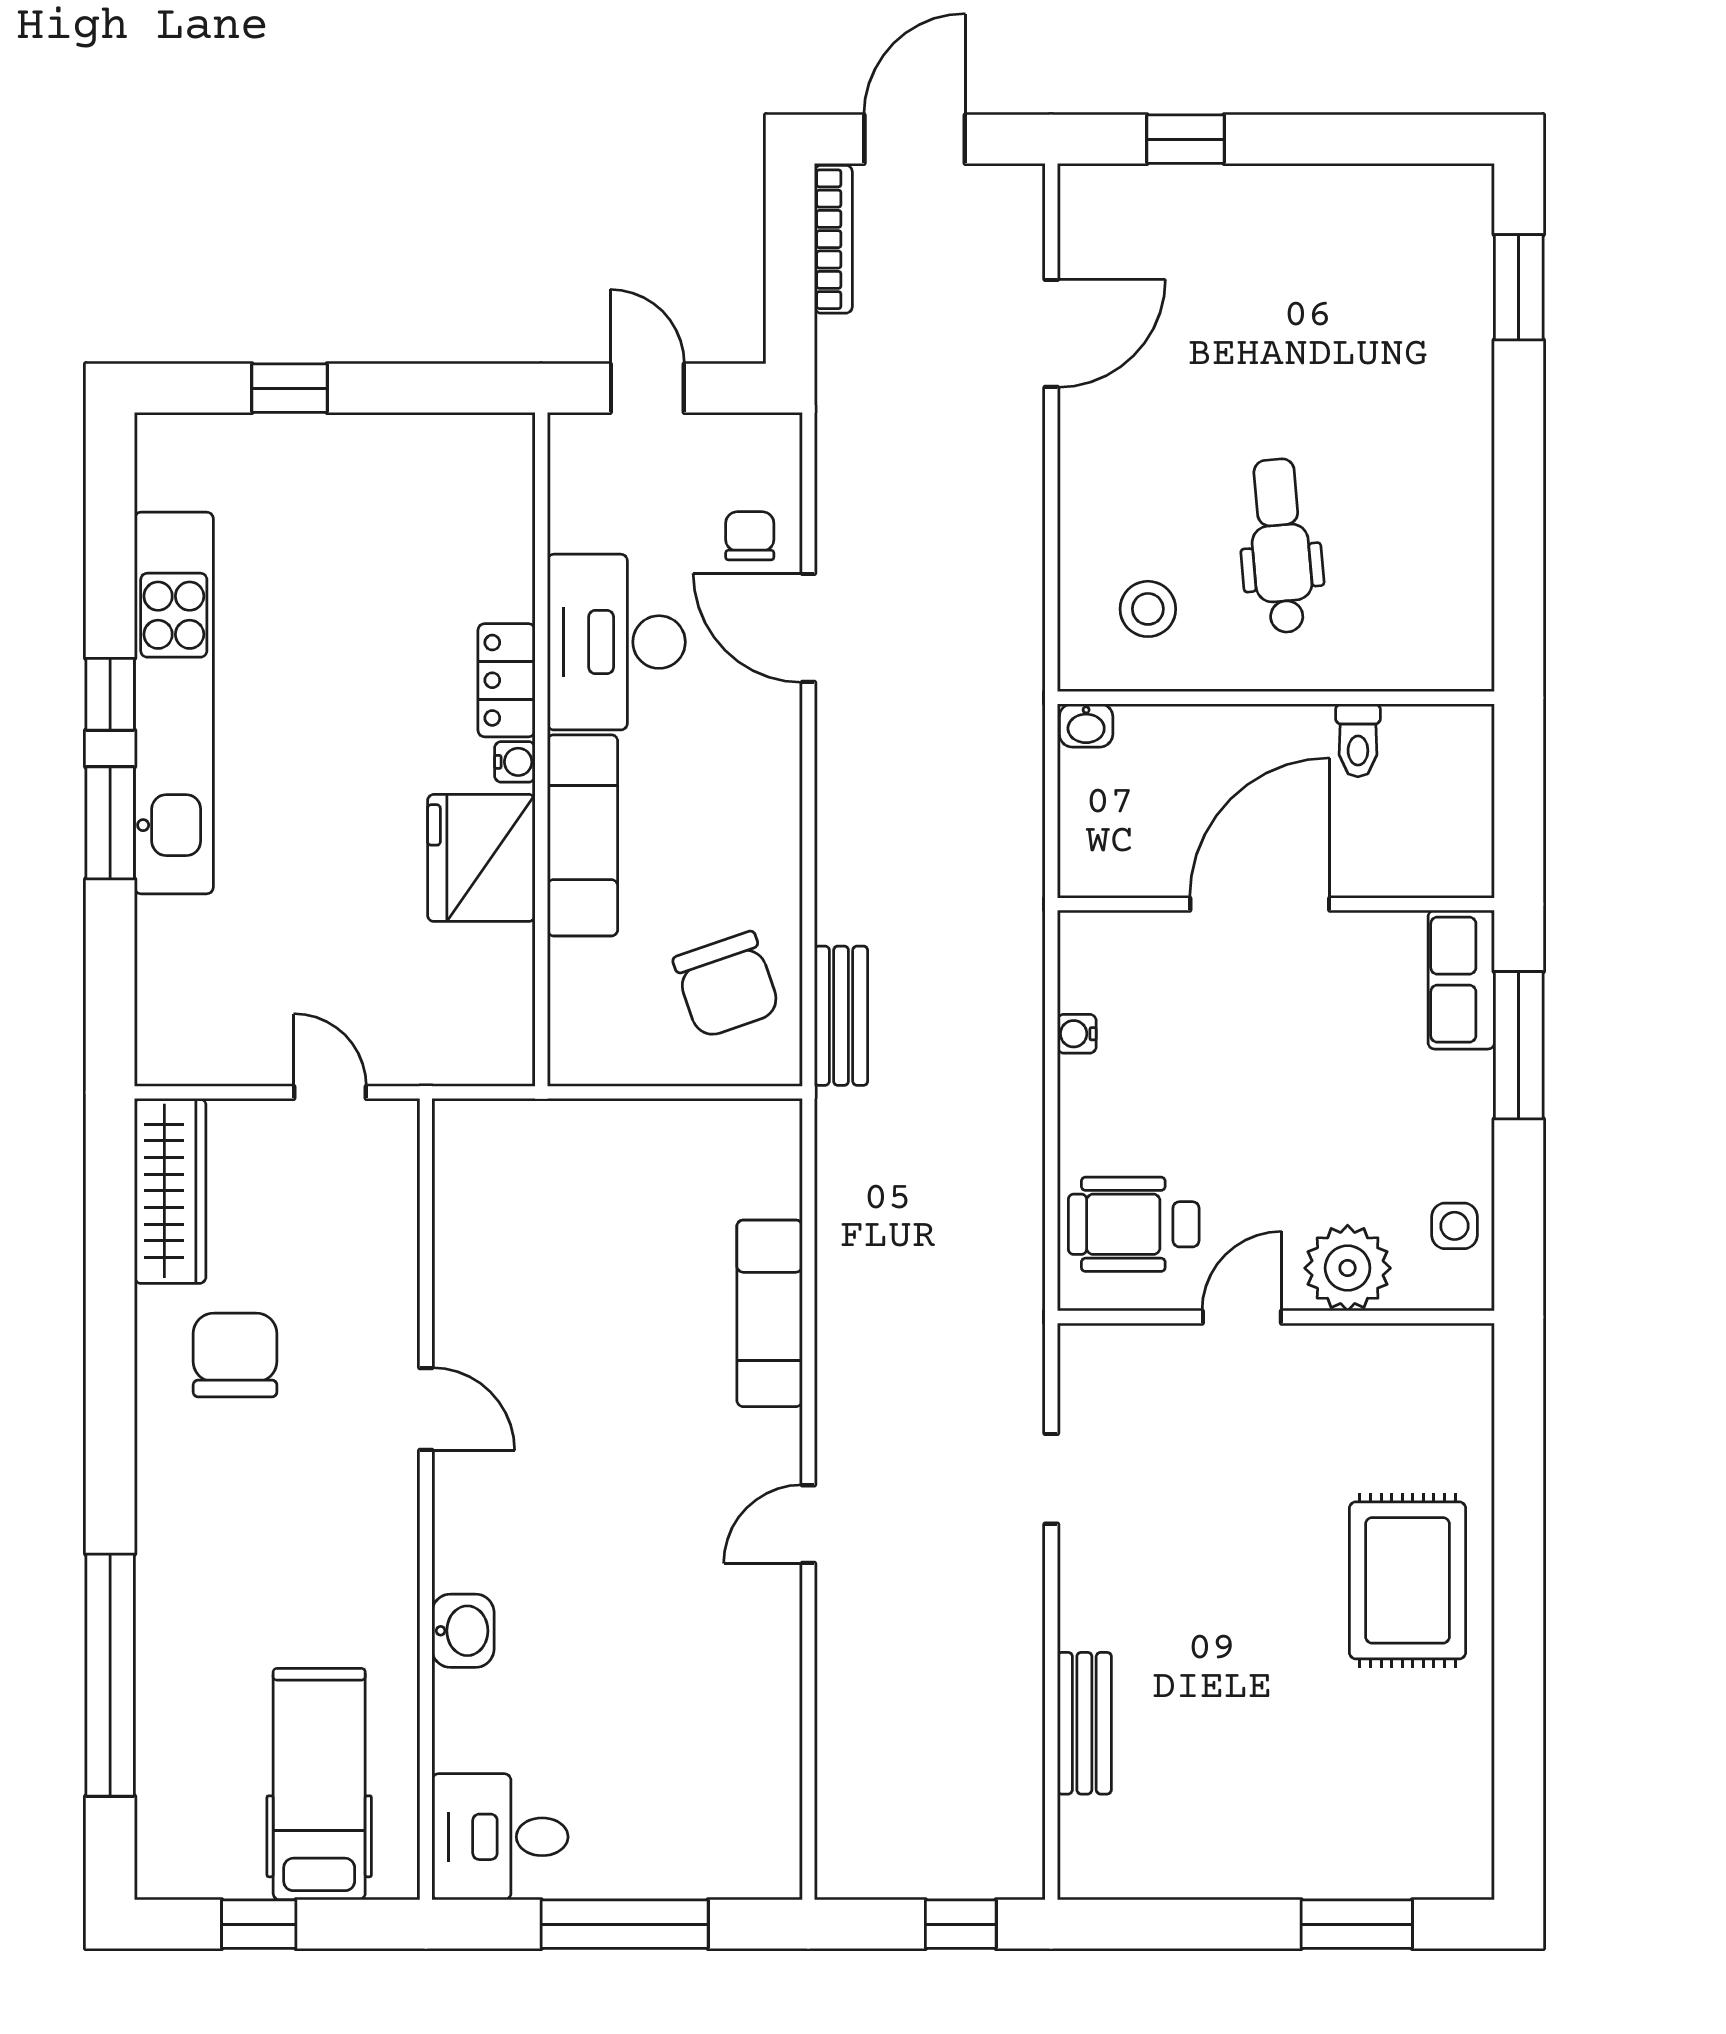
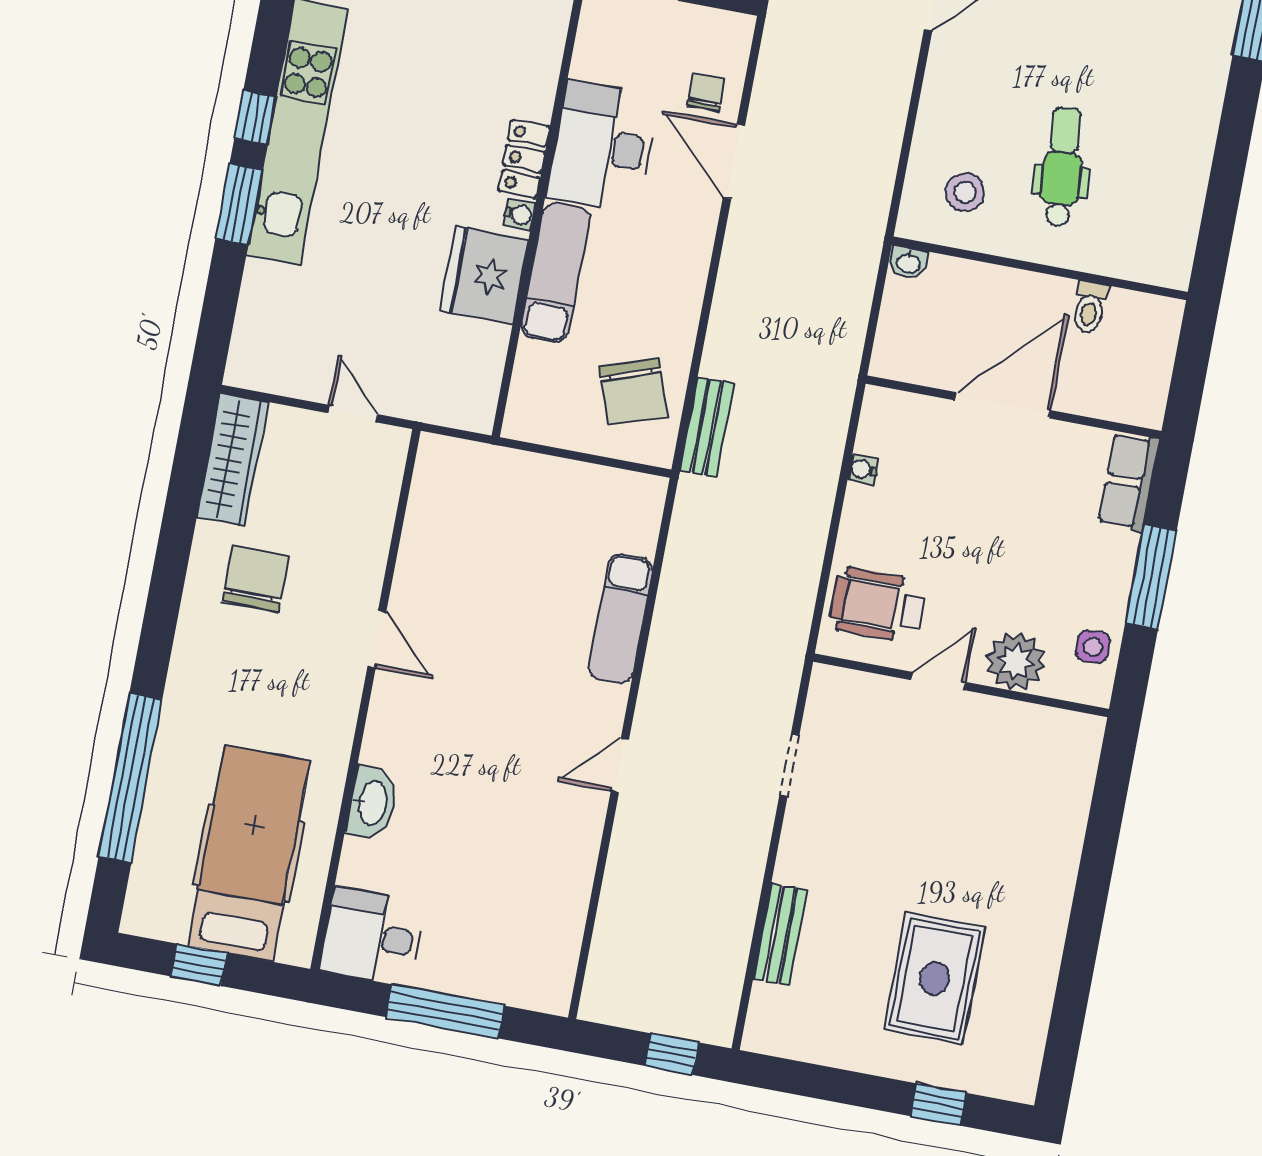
window: (1519, 1045) -> (1151, 577), moved
rug: (1407, 1580) -> (935, 978), moved
washbasin: (463, 1631) -> (372, 803), width x1.38
hospital bed: (319, 1784) -> (249, 853), width x1.37, depth x1.29
window: (1357, 1924) -> (938, 1105), width x0.67

